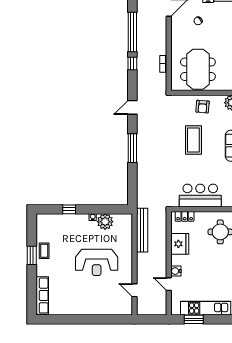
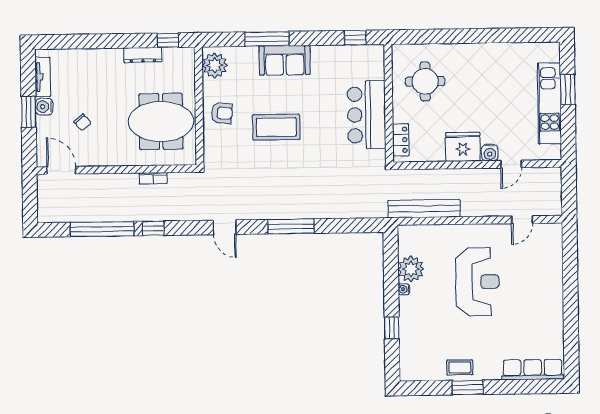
fridge: (180, 244) -> (463, 147), moved
window: (194, 319) -> (568, 90), moved

